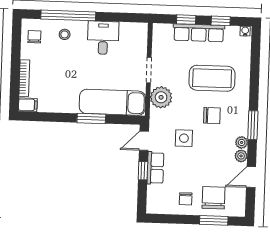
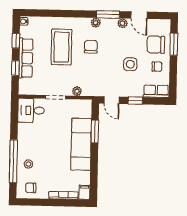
desk: (103, 38) -> (31, 110), moved
plant: (161, 97) -> (77, 91), width x0.53, depth x0.53
exam couch: (112, 102) -> (81, 144), moved
window: (91, 118) -> (95, 132), moved
window: (253, 125) -> (108, 14), moved
side table: (184, 138) -> (130, 64), moved
plant: (242, 142) -> (96, 23), moved
row of seats: (155, 168) -> (156, 91), moved

